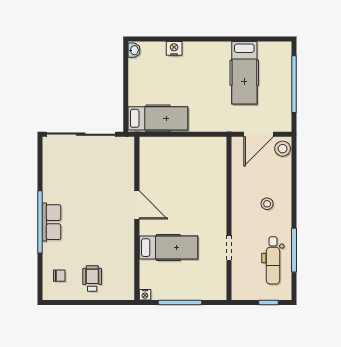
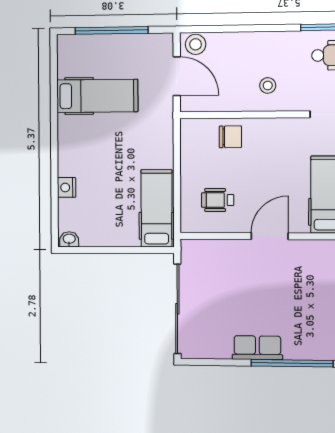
wheelchair: (164, 165) -> (218, 200), added
chair: (212, 175) -> (230, 137), added
stool: (267, 204) -> (268, 85), moved
row of seats: (52, 222) -> (257, 348), moved

